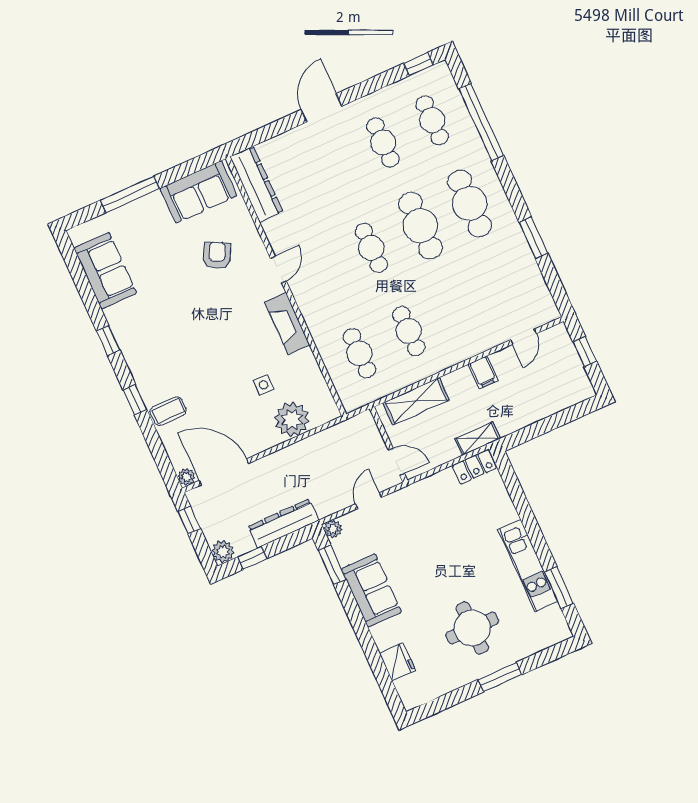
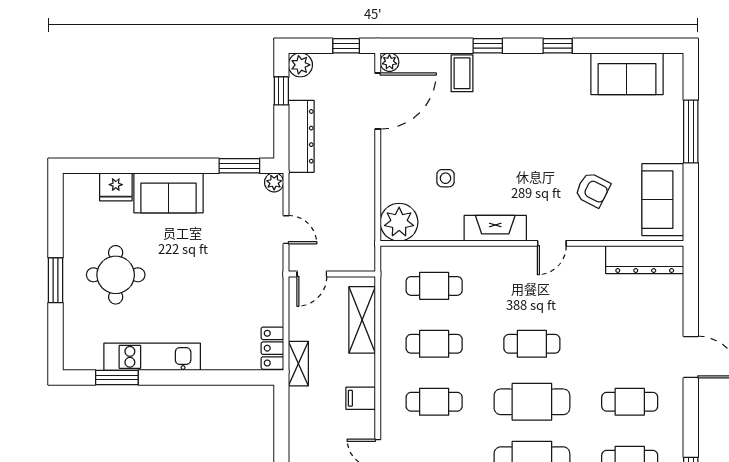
door: (278, 270) -> (552, 243), hinge flipped
cafe table: (458, 309) -> (434, 402), added
plant: (292, 420) -> (399, 222), moved
sofa: (371, 590) -> (169, 193), moved

